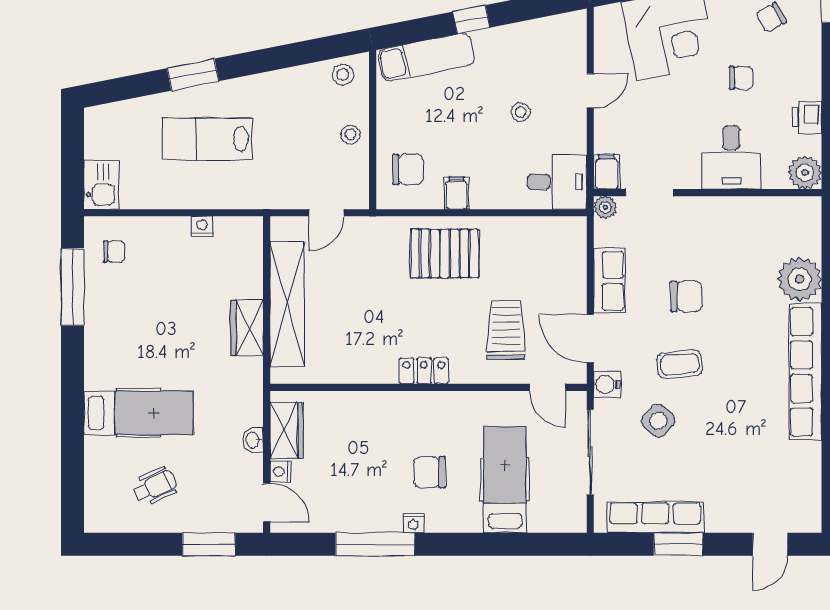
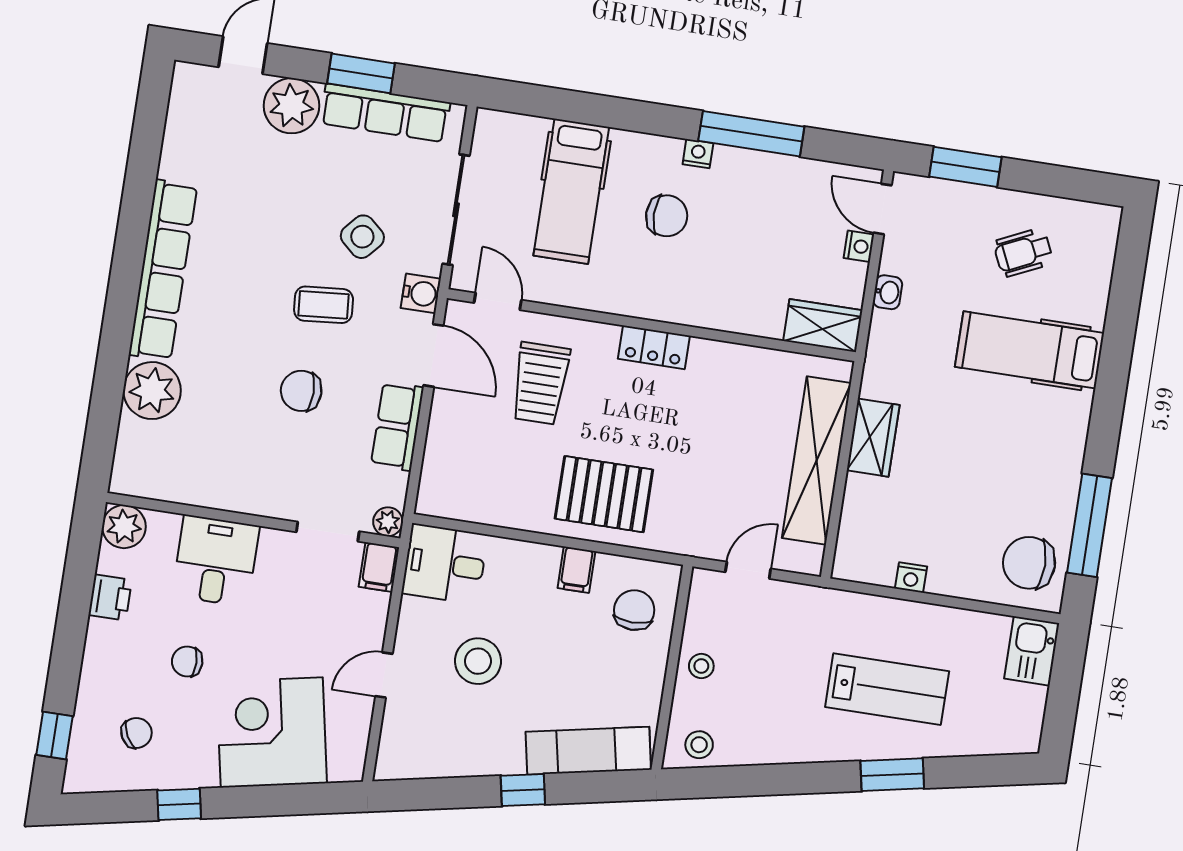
stool: (521, 112) -> (478, 661), width x1.89, depth x1.89
chair: (408, 169) -> (634, 610), turned 90
chair: (114, 251) -> (1029, 563), width x1.87, depth x1.87
wardrobe: (287, 430) -> (823, 326), moved, turned 90
plant: (727, 512) -> (291, 106), added

